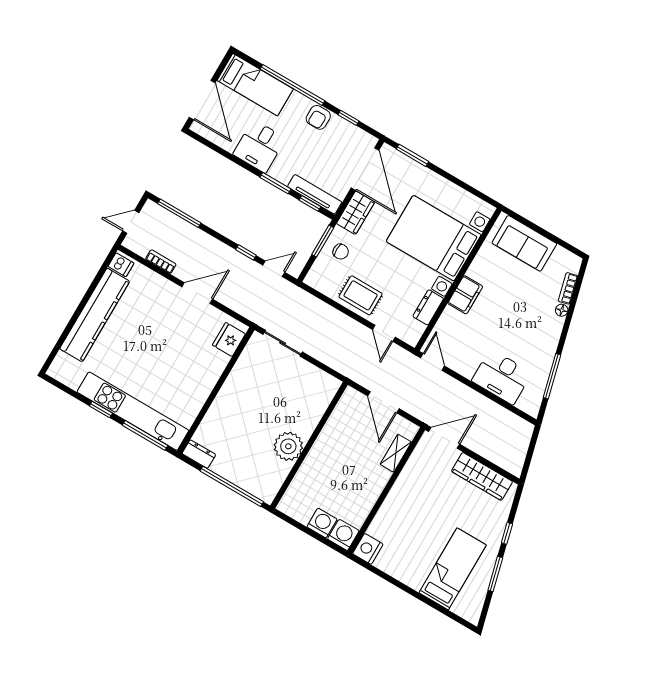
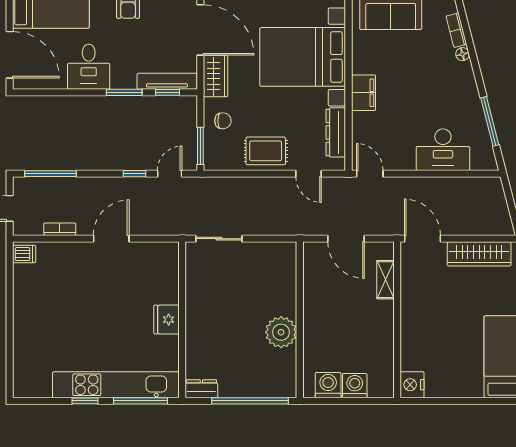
window: (323, 241) -> (200, 146), moved
dresser: (428, 307) -> (336, 132), width x1.44
kitchen counter: (95, 315) -> (27, 316), removed
fridge: (229, 339) -> (167, 320), moved
door: (444, 438) -> (422, 239), hinge flipped
washing machine: (343, 535) -> (328, 385), moved

